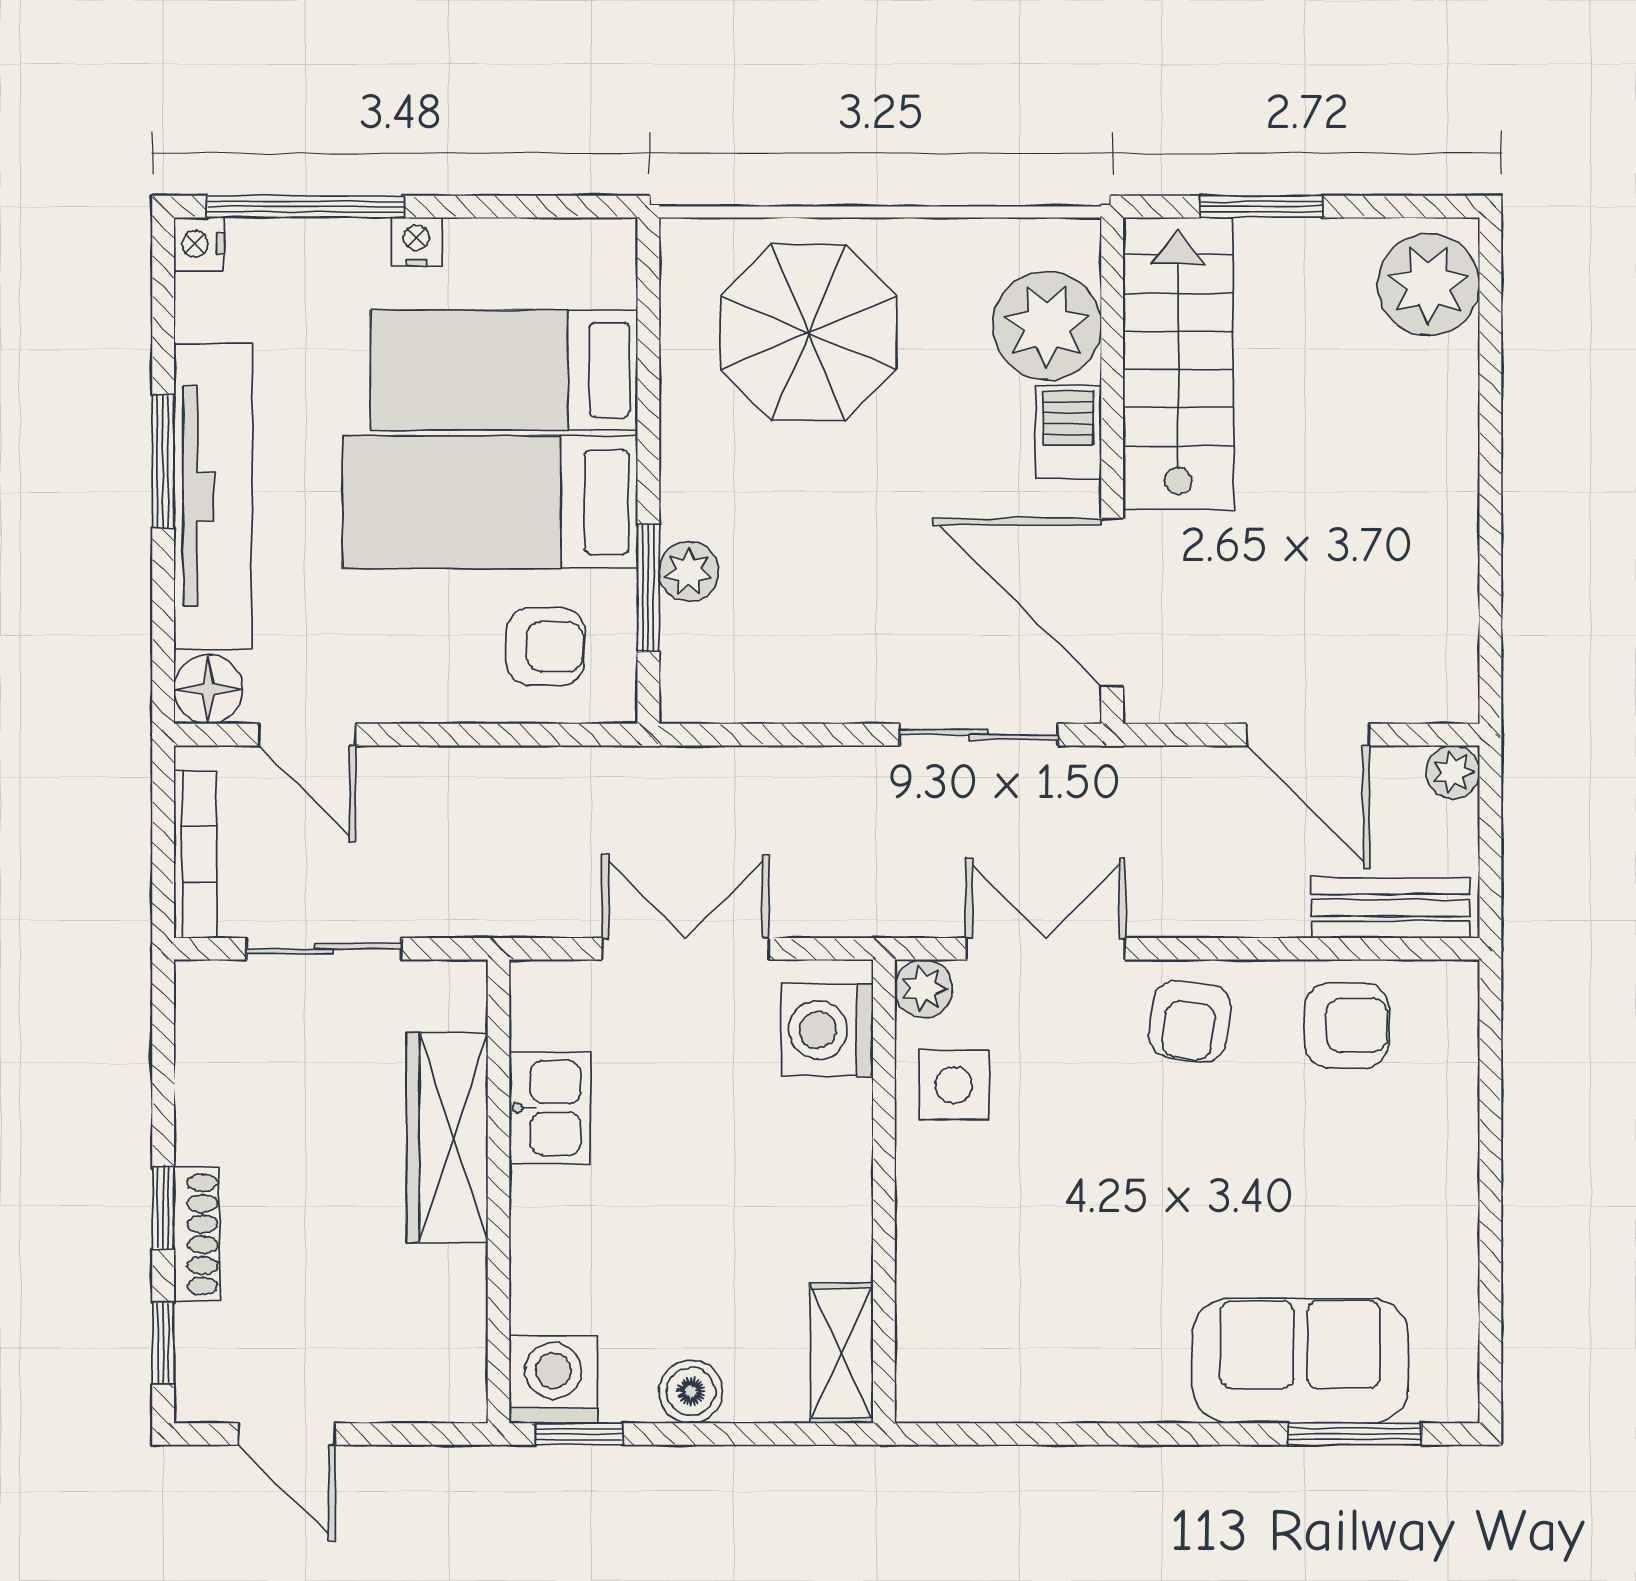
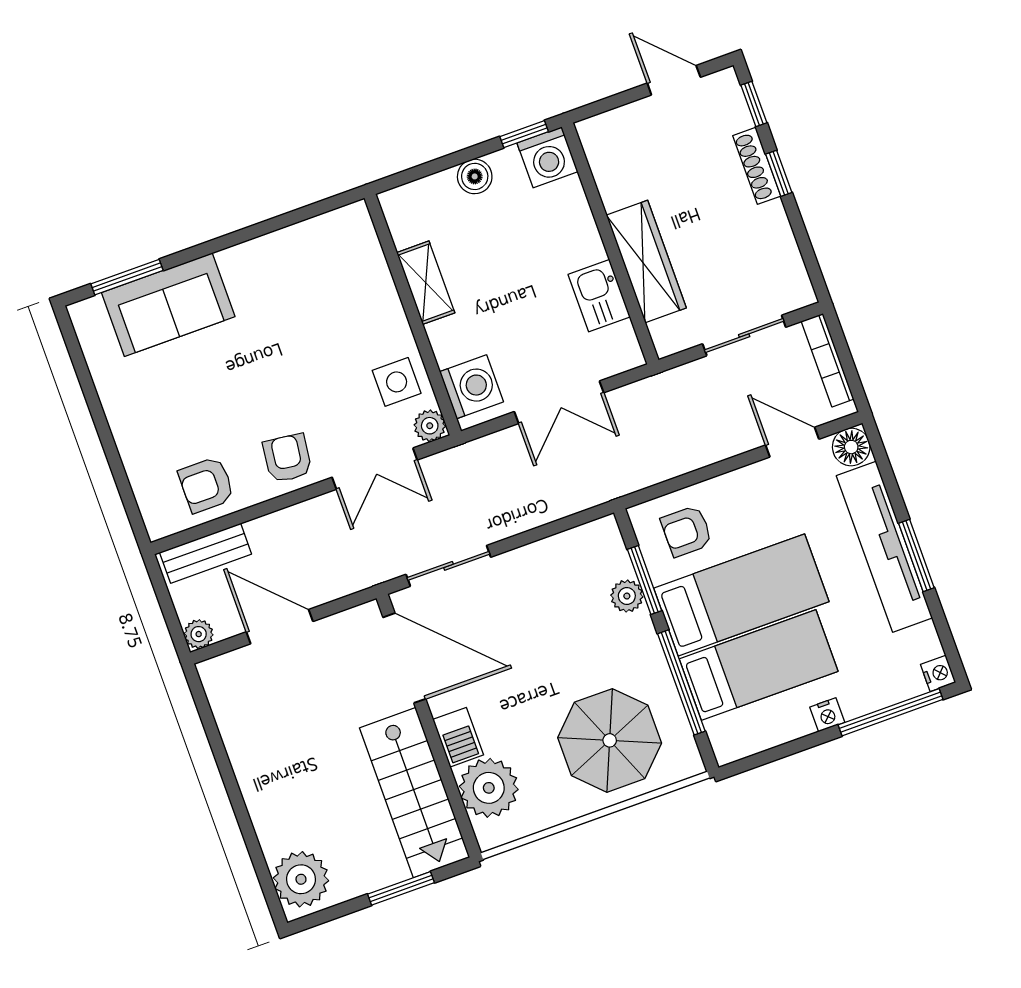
window: (648, 388) -> (681, 682), added
shelving: (841, 1353) -> (426, 283), moved

